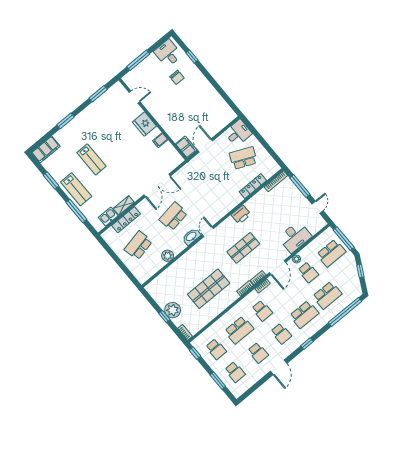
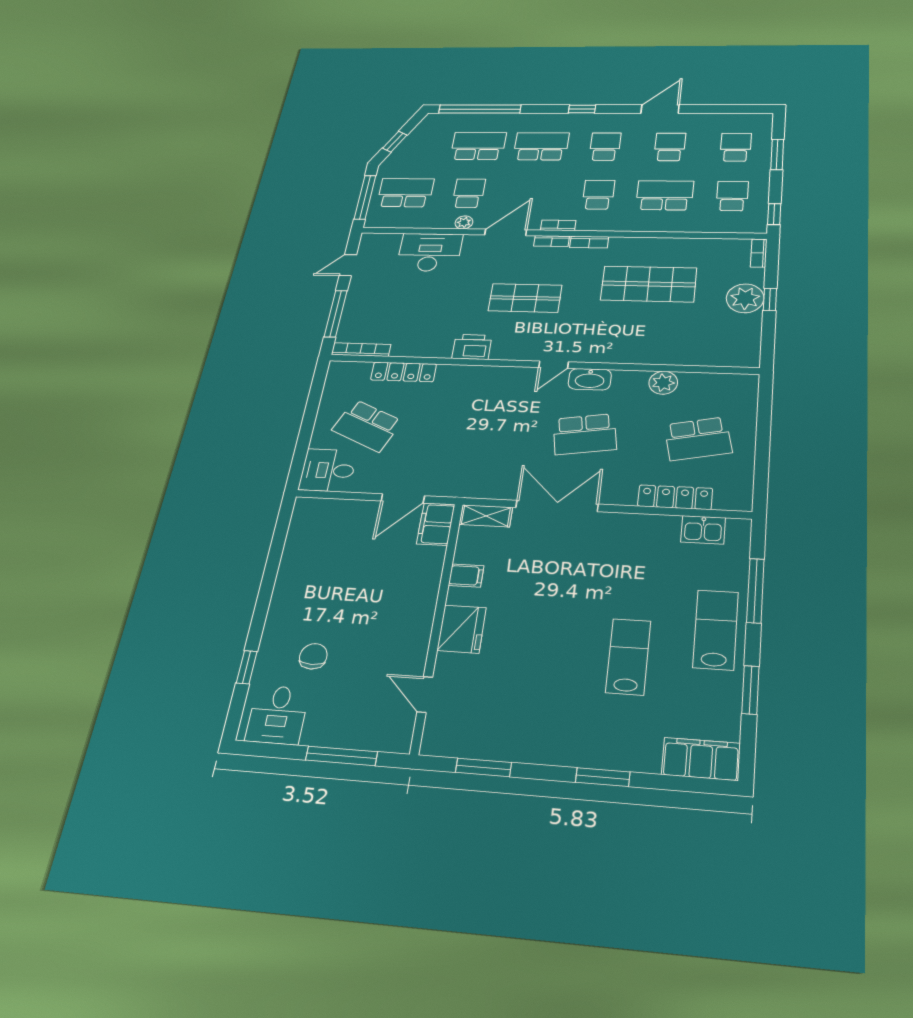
shelving: (124, 205) -> (486, 516), moved

